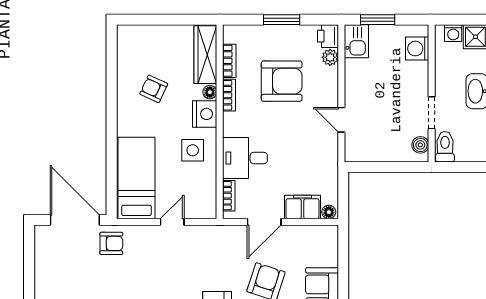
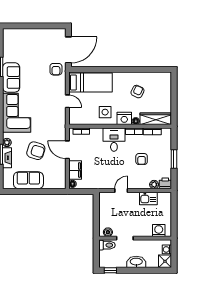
window: (378, 20) -> (174, 210), removed
kitchen sink: (356, 41) -> (148, 198), moved
armchair: (282, 81) -> (142, 159), width x0.53, depth x0.53
desk: (245, 158) -> (114, 140), moved

